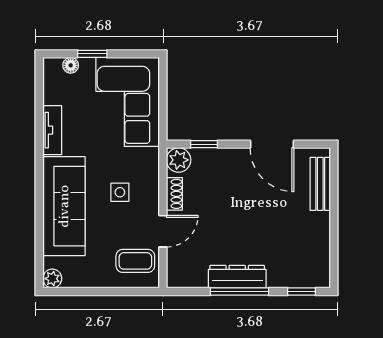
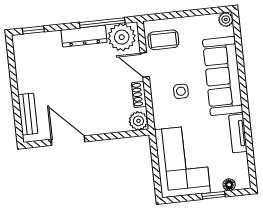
window: (204, 144) -> (120, 135), removed
door: (163, 231) -> (145, 65), hinge flipped
plant: (189, 270) -> (122, 37), added
window: (240, 291) -> (102, 23), moved

